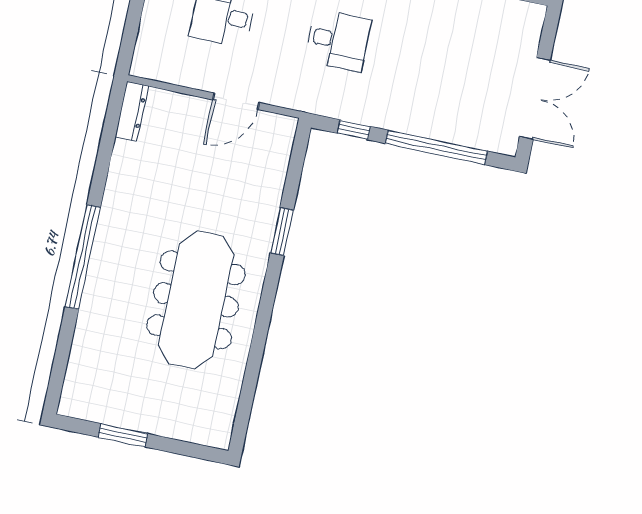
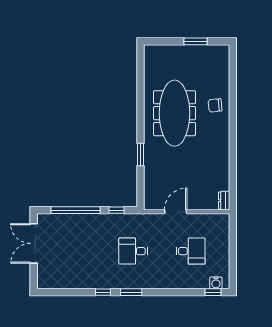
dresser: (132, 111) -> (224, 201), width x0.70
window: (83, 257) -> (233, 122), removed
chair: (111, 298) -> (215, 105), added

